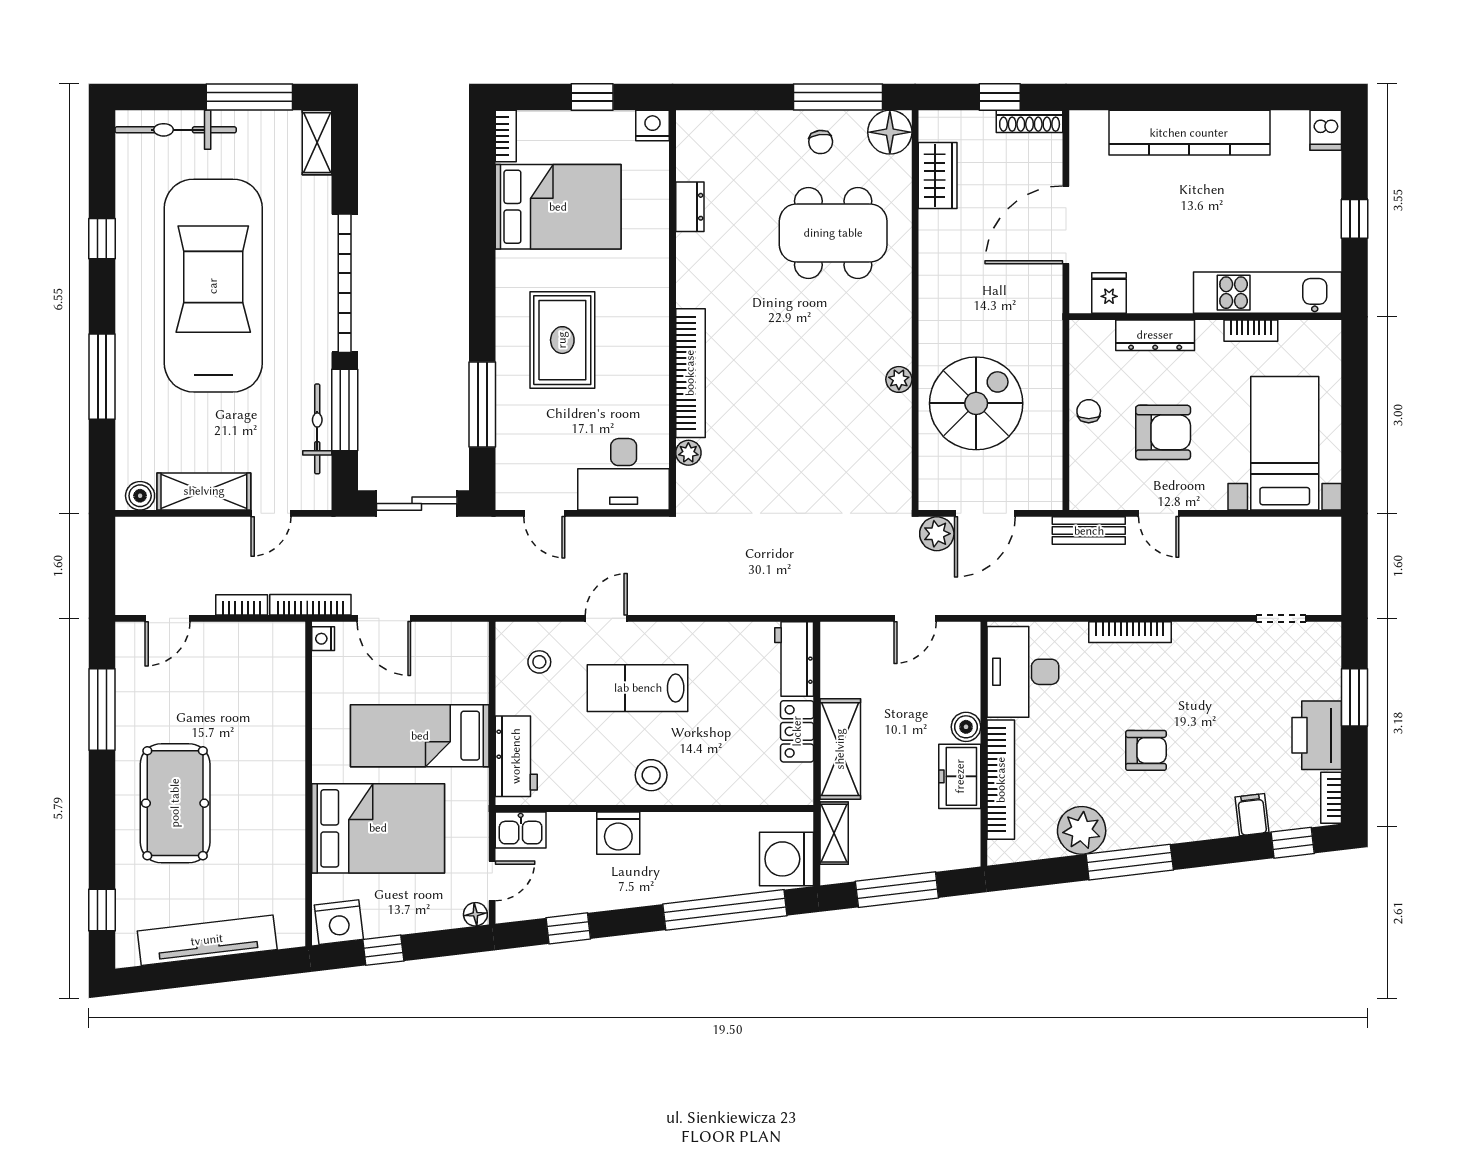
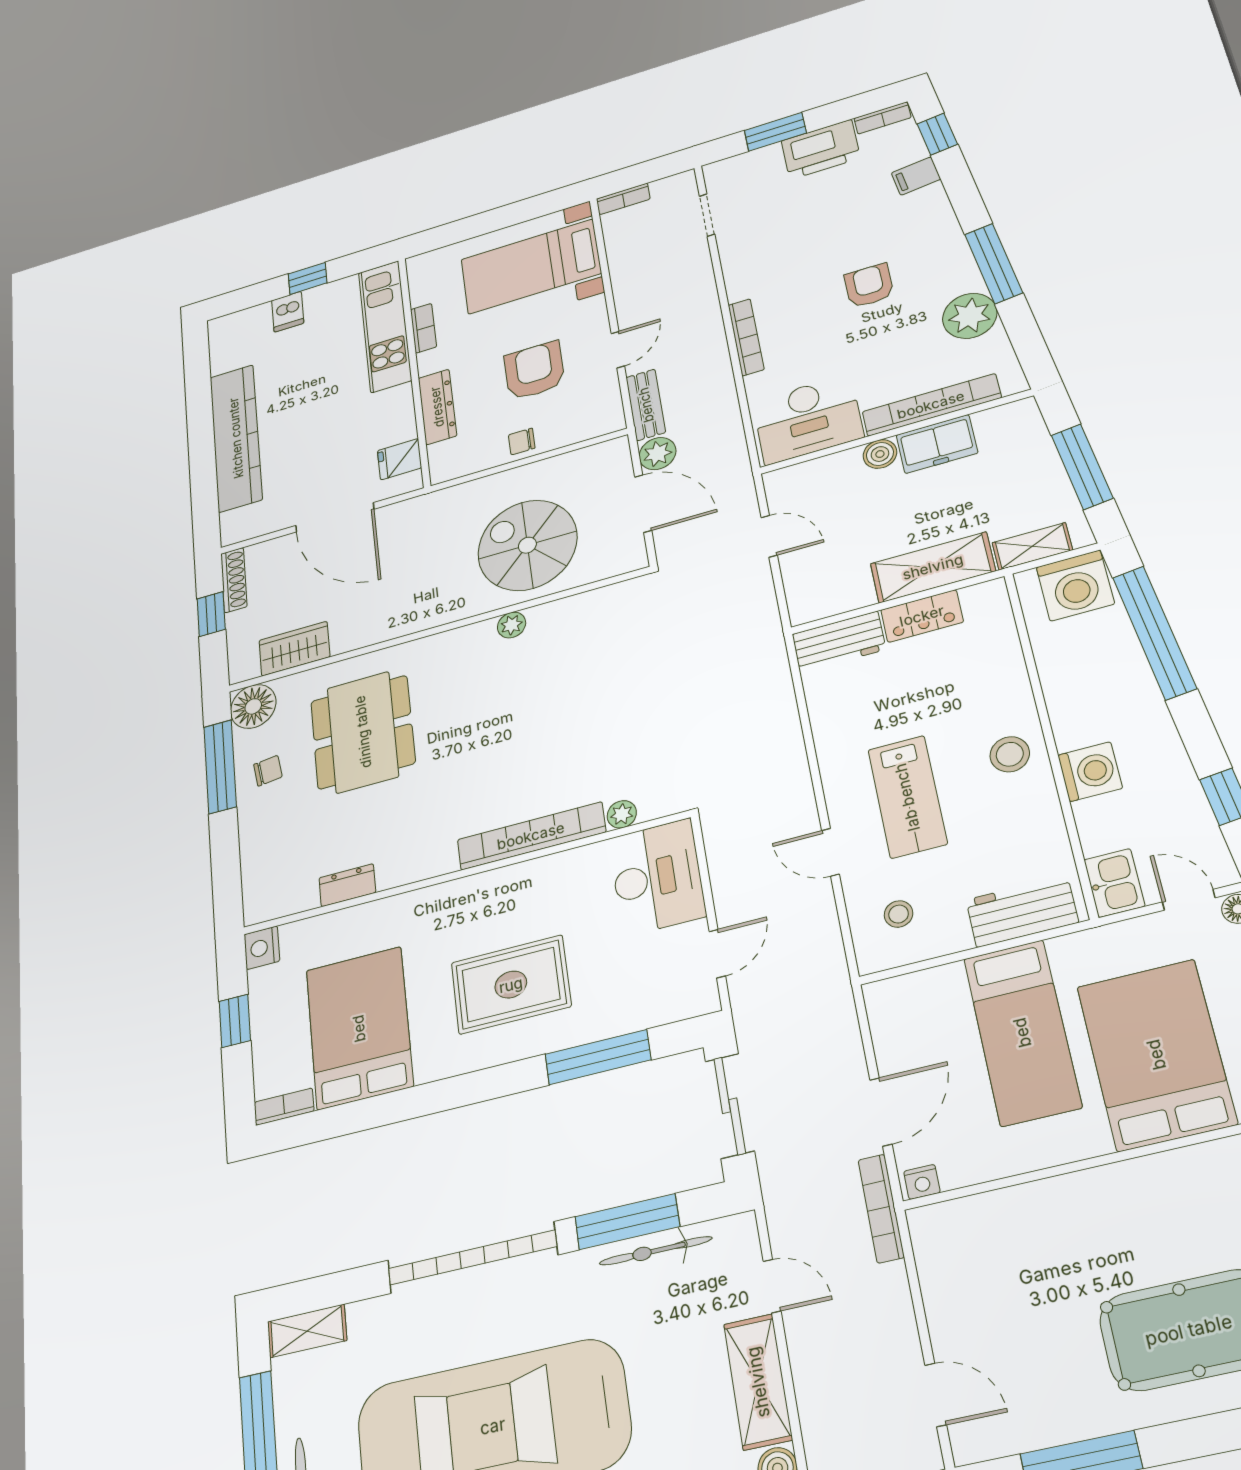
dishwasher: (1326, 130) -> (288, 312), moved, turned 90
plant: (937, 534) -> (658, 454), moved
bookcase: (242, 605) -> (623, 199), moved, turned -90

